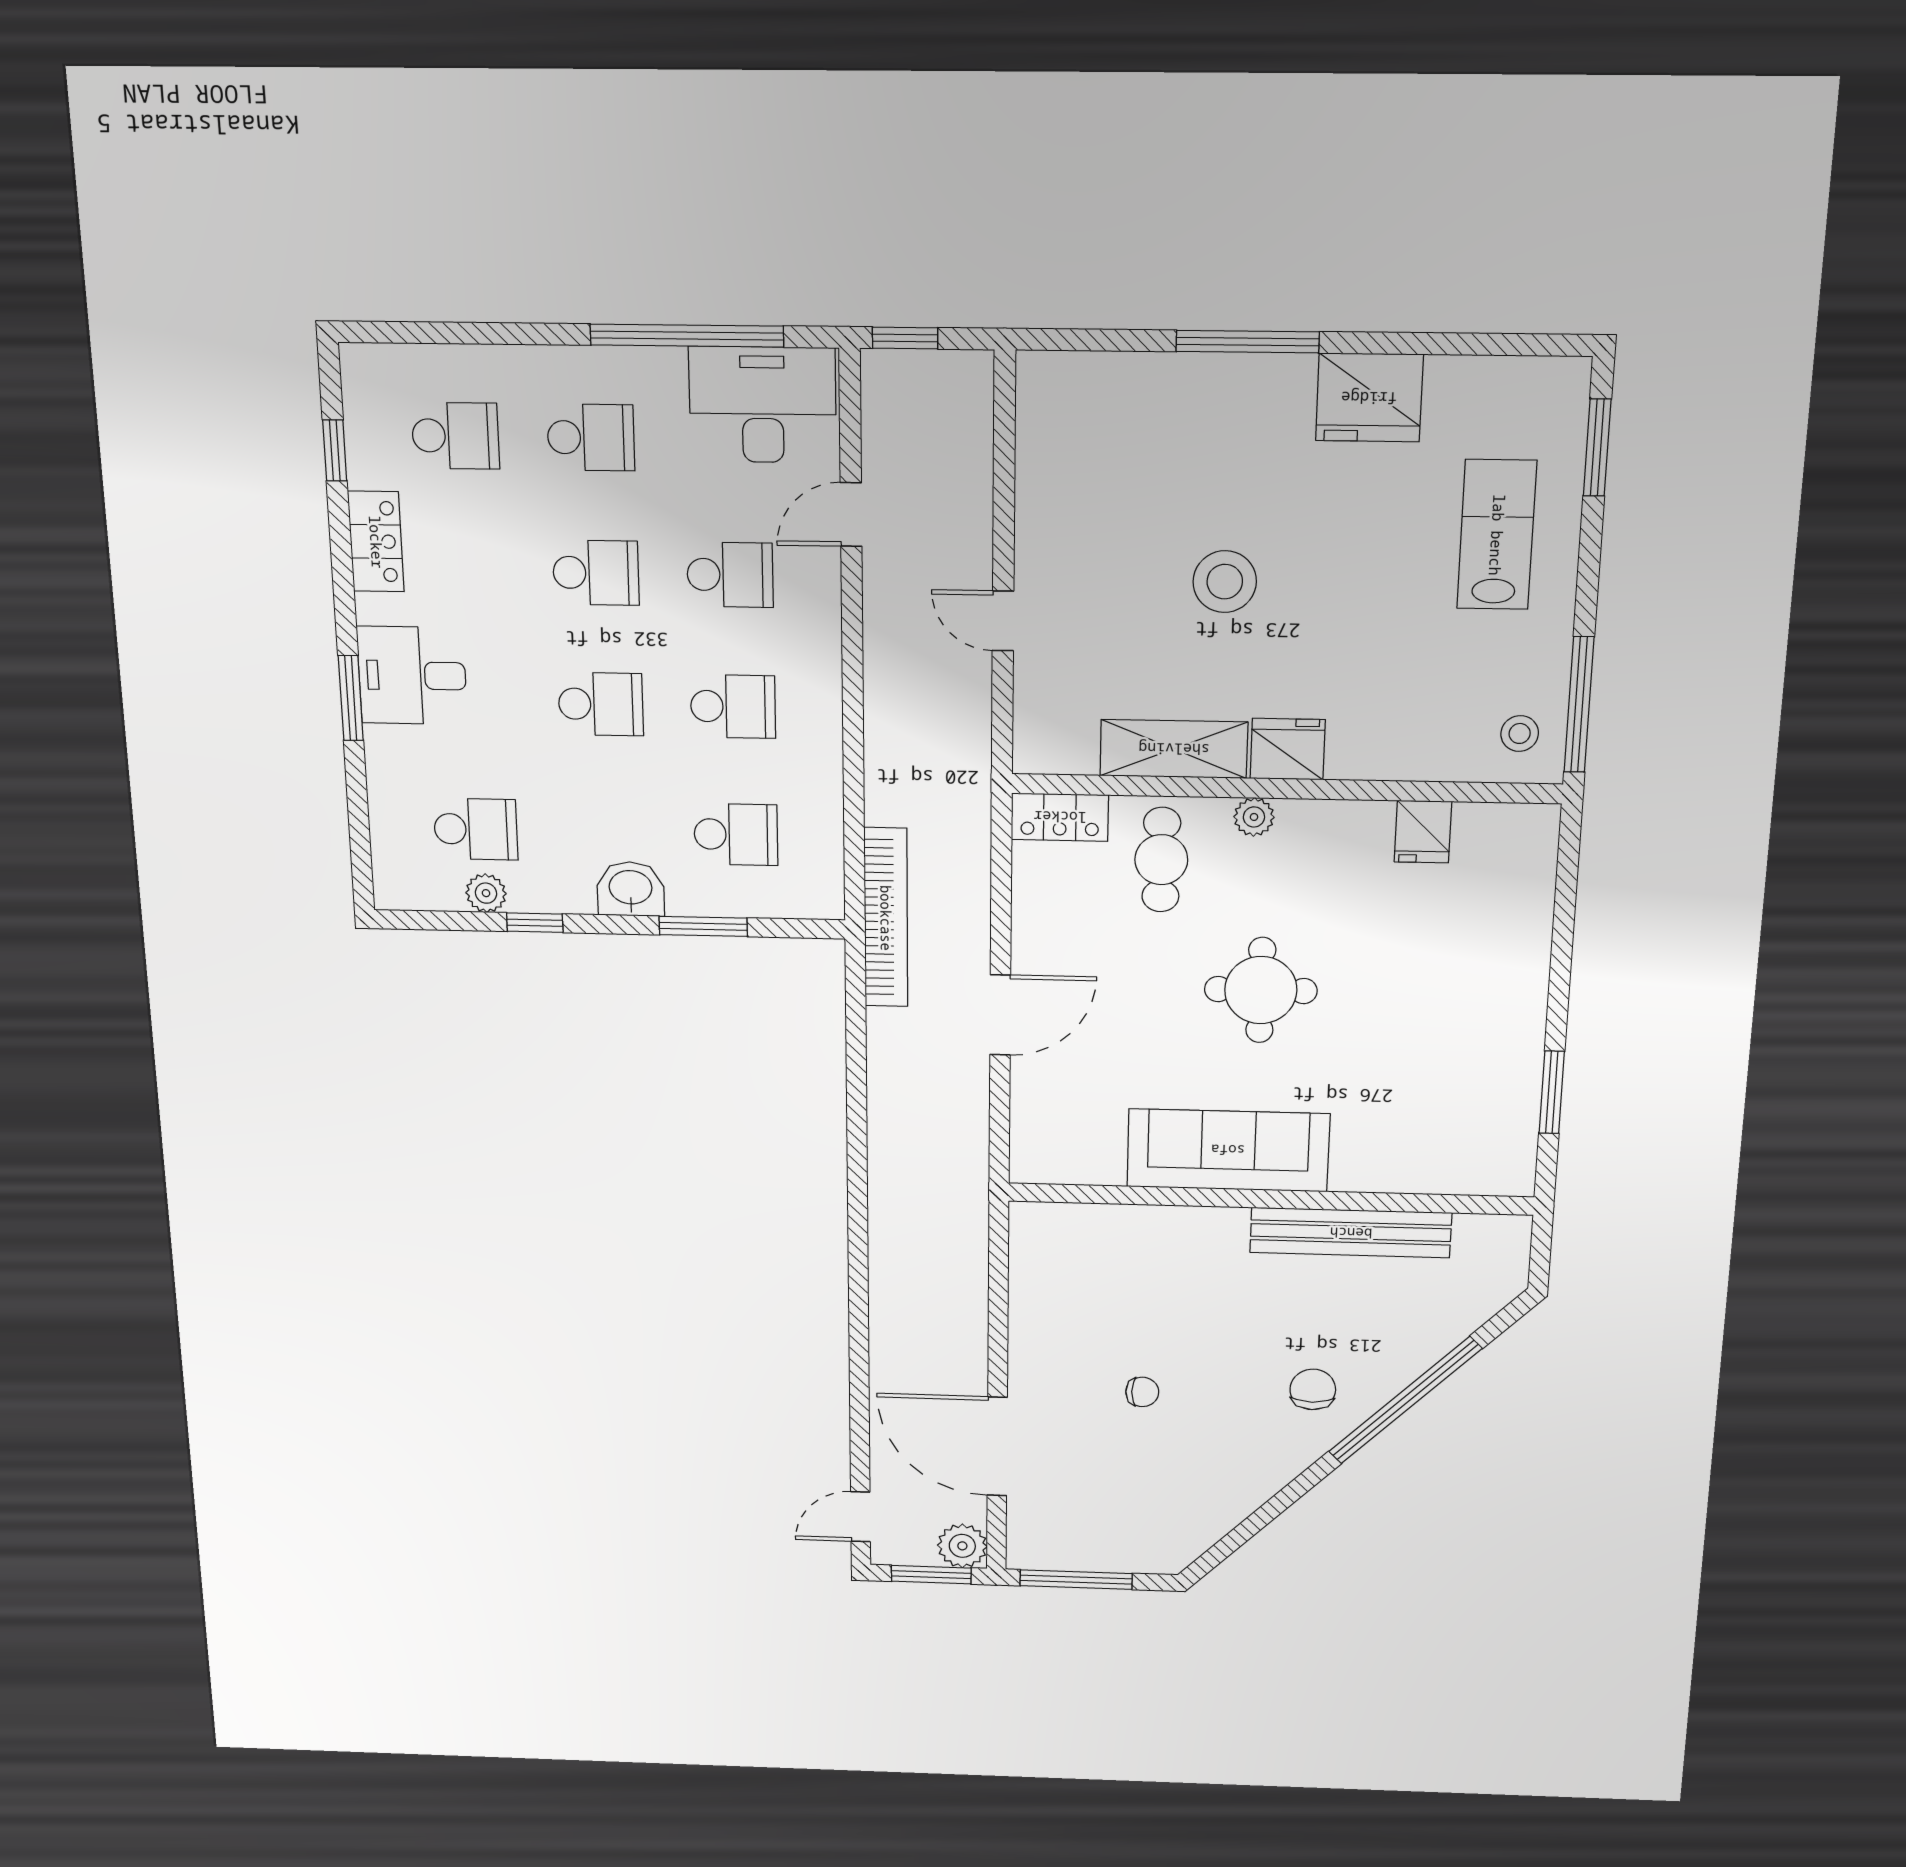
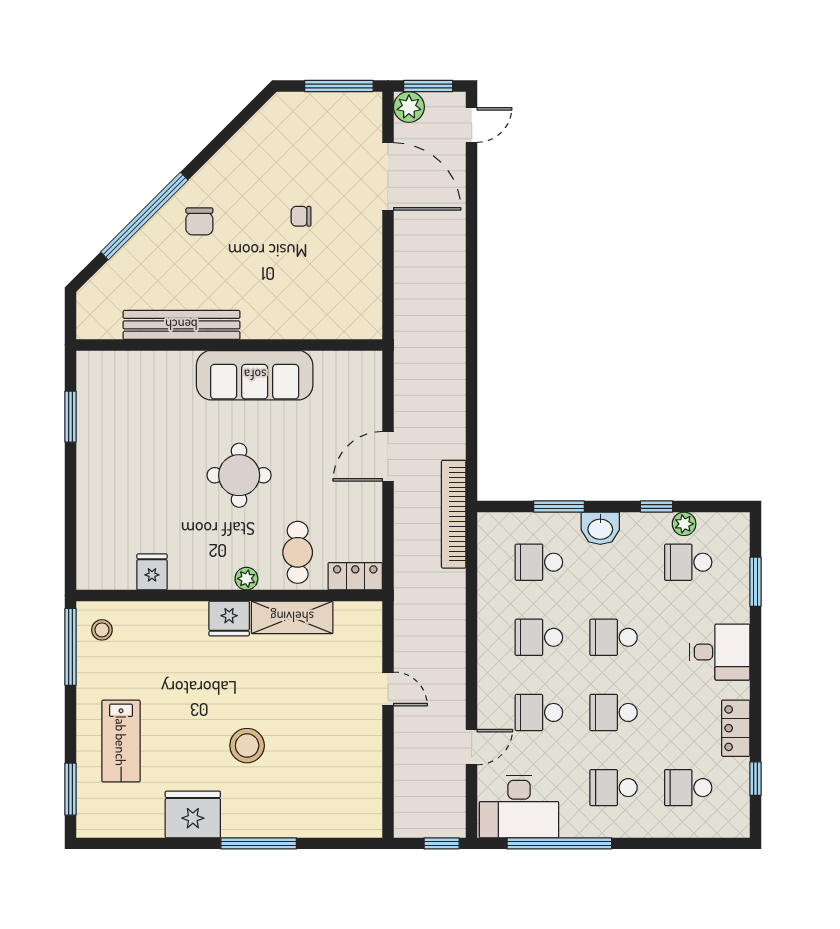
stool: (1225, 582) -> (247, 746), moved
window: (351, 698) -> (756, 582), moved

